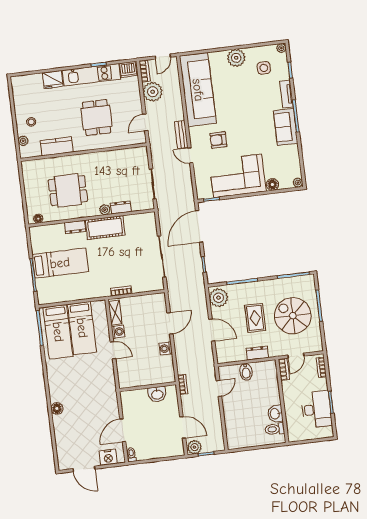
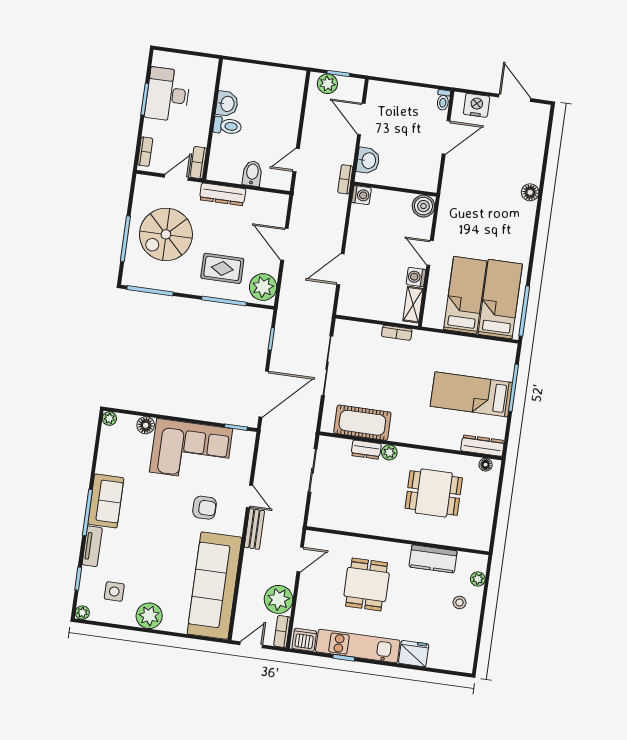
dresser: (75, 227) -> (482, 446), moved, width x1.44
cot: (105, 228) -> (362, 423), moved
spiral stairs: (293, 316) -> (166, 234), turned 90
rug: (255, 318) -> (222, 268), moved, turned 90
washing machine: (166, 348) -> (361, 195), moved
dresser: (257, 353) -> (223, 194), width x1.44
boiler: (126, 380) -> (423, 206), added
washbasin: (157, 394) -> (368, 161), moved, turned 90
toilet: (275, 429) -> (227, 126), moved
plant: (194, 447) -> (327, 84), moved

